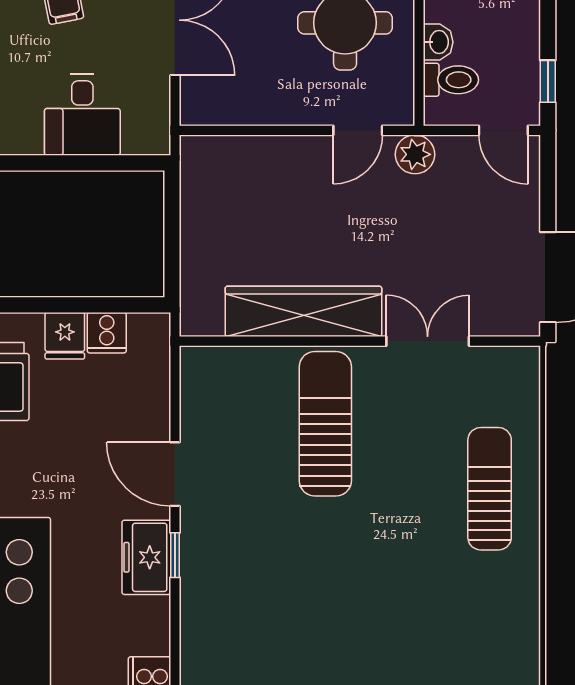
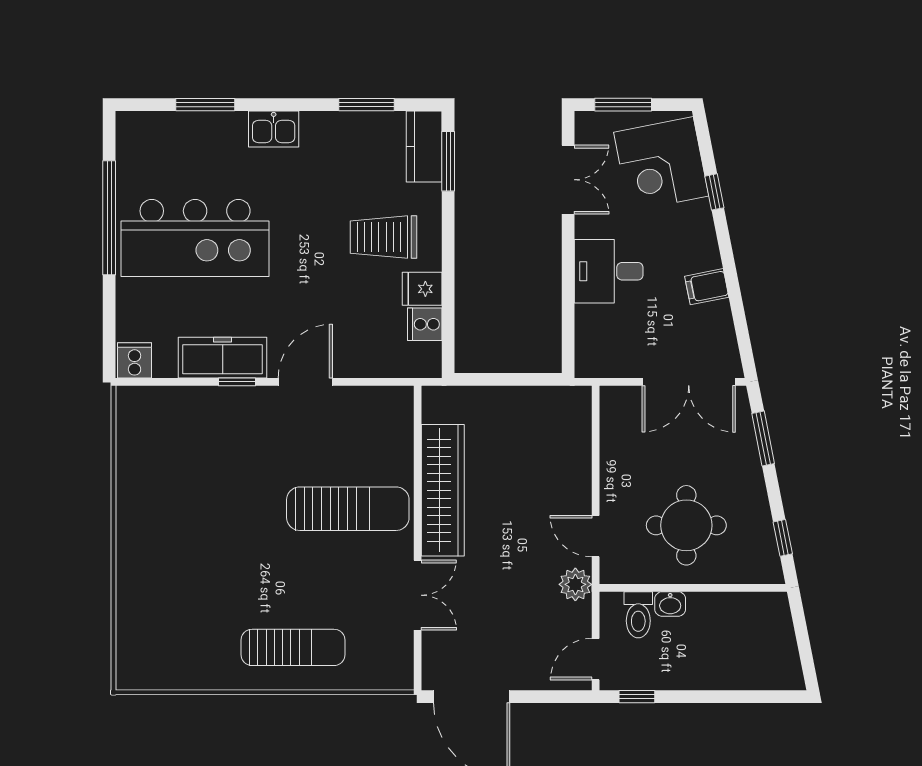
desk: (82, 115) -> (609, 271), moved
freezer: (146, 557) -> (223, 358), width x1.40

